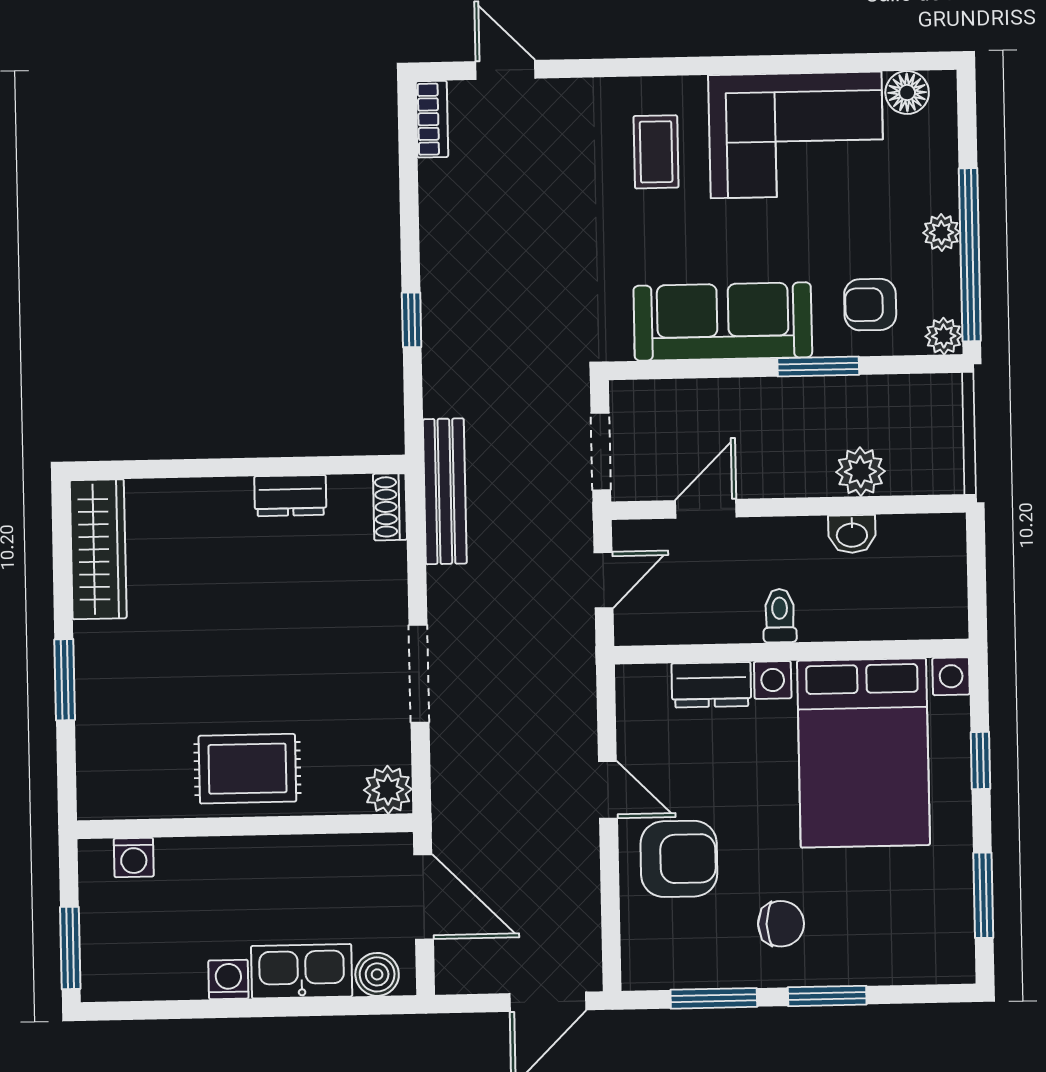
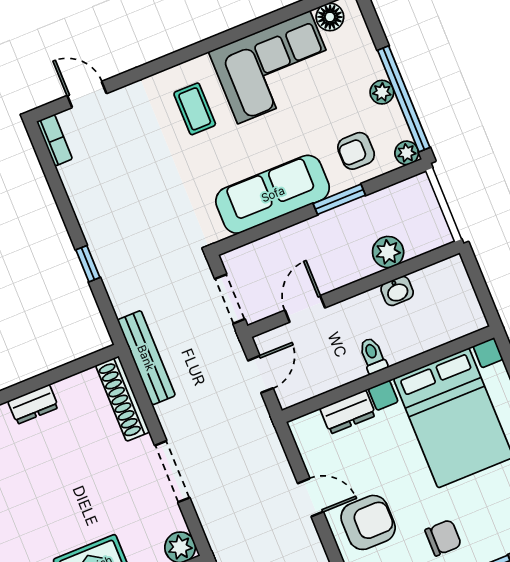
dresser: (290, 496) -> (33, 404), moved
shoe rack: (390, 507) -> (123, 399), width x1.94, depth x1.24

